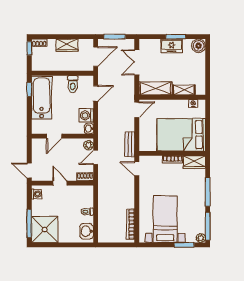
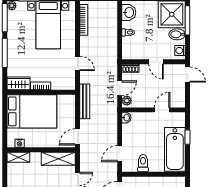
window: (29, 89) -> (188, 137), moved
shelving: (184, 90) -> (18, 157), moved
washing machine: (86, 115) -> (129, 131), removed
bench: (130, 144) -> (85, 101), width x1.36
door: (137, 169) -> (77, 63), moved
bidet: (39, 210) -> (177, 34), added

